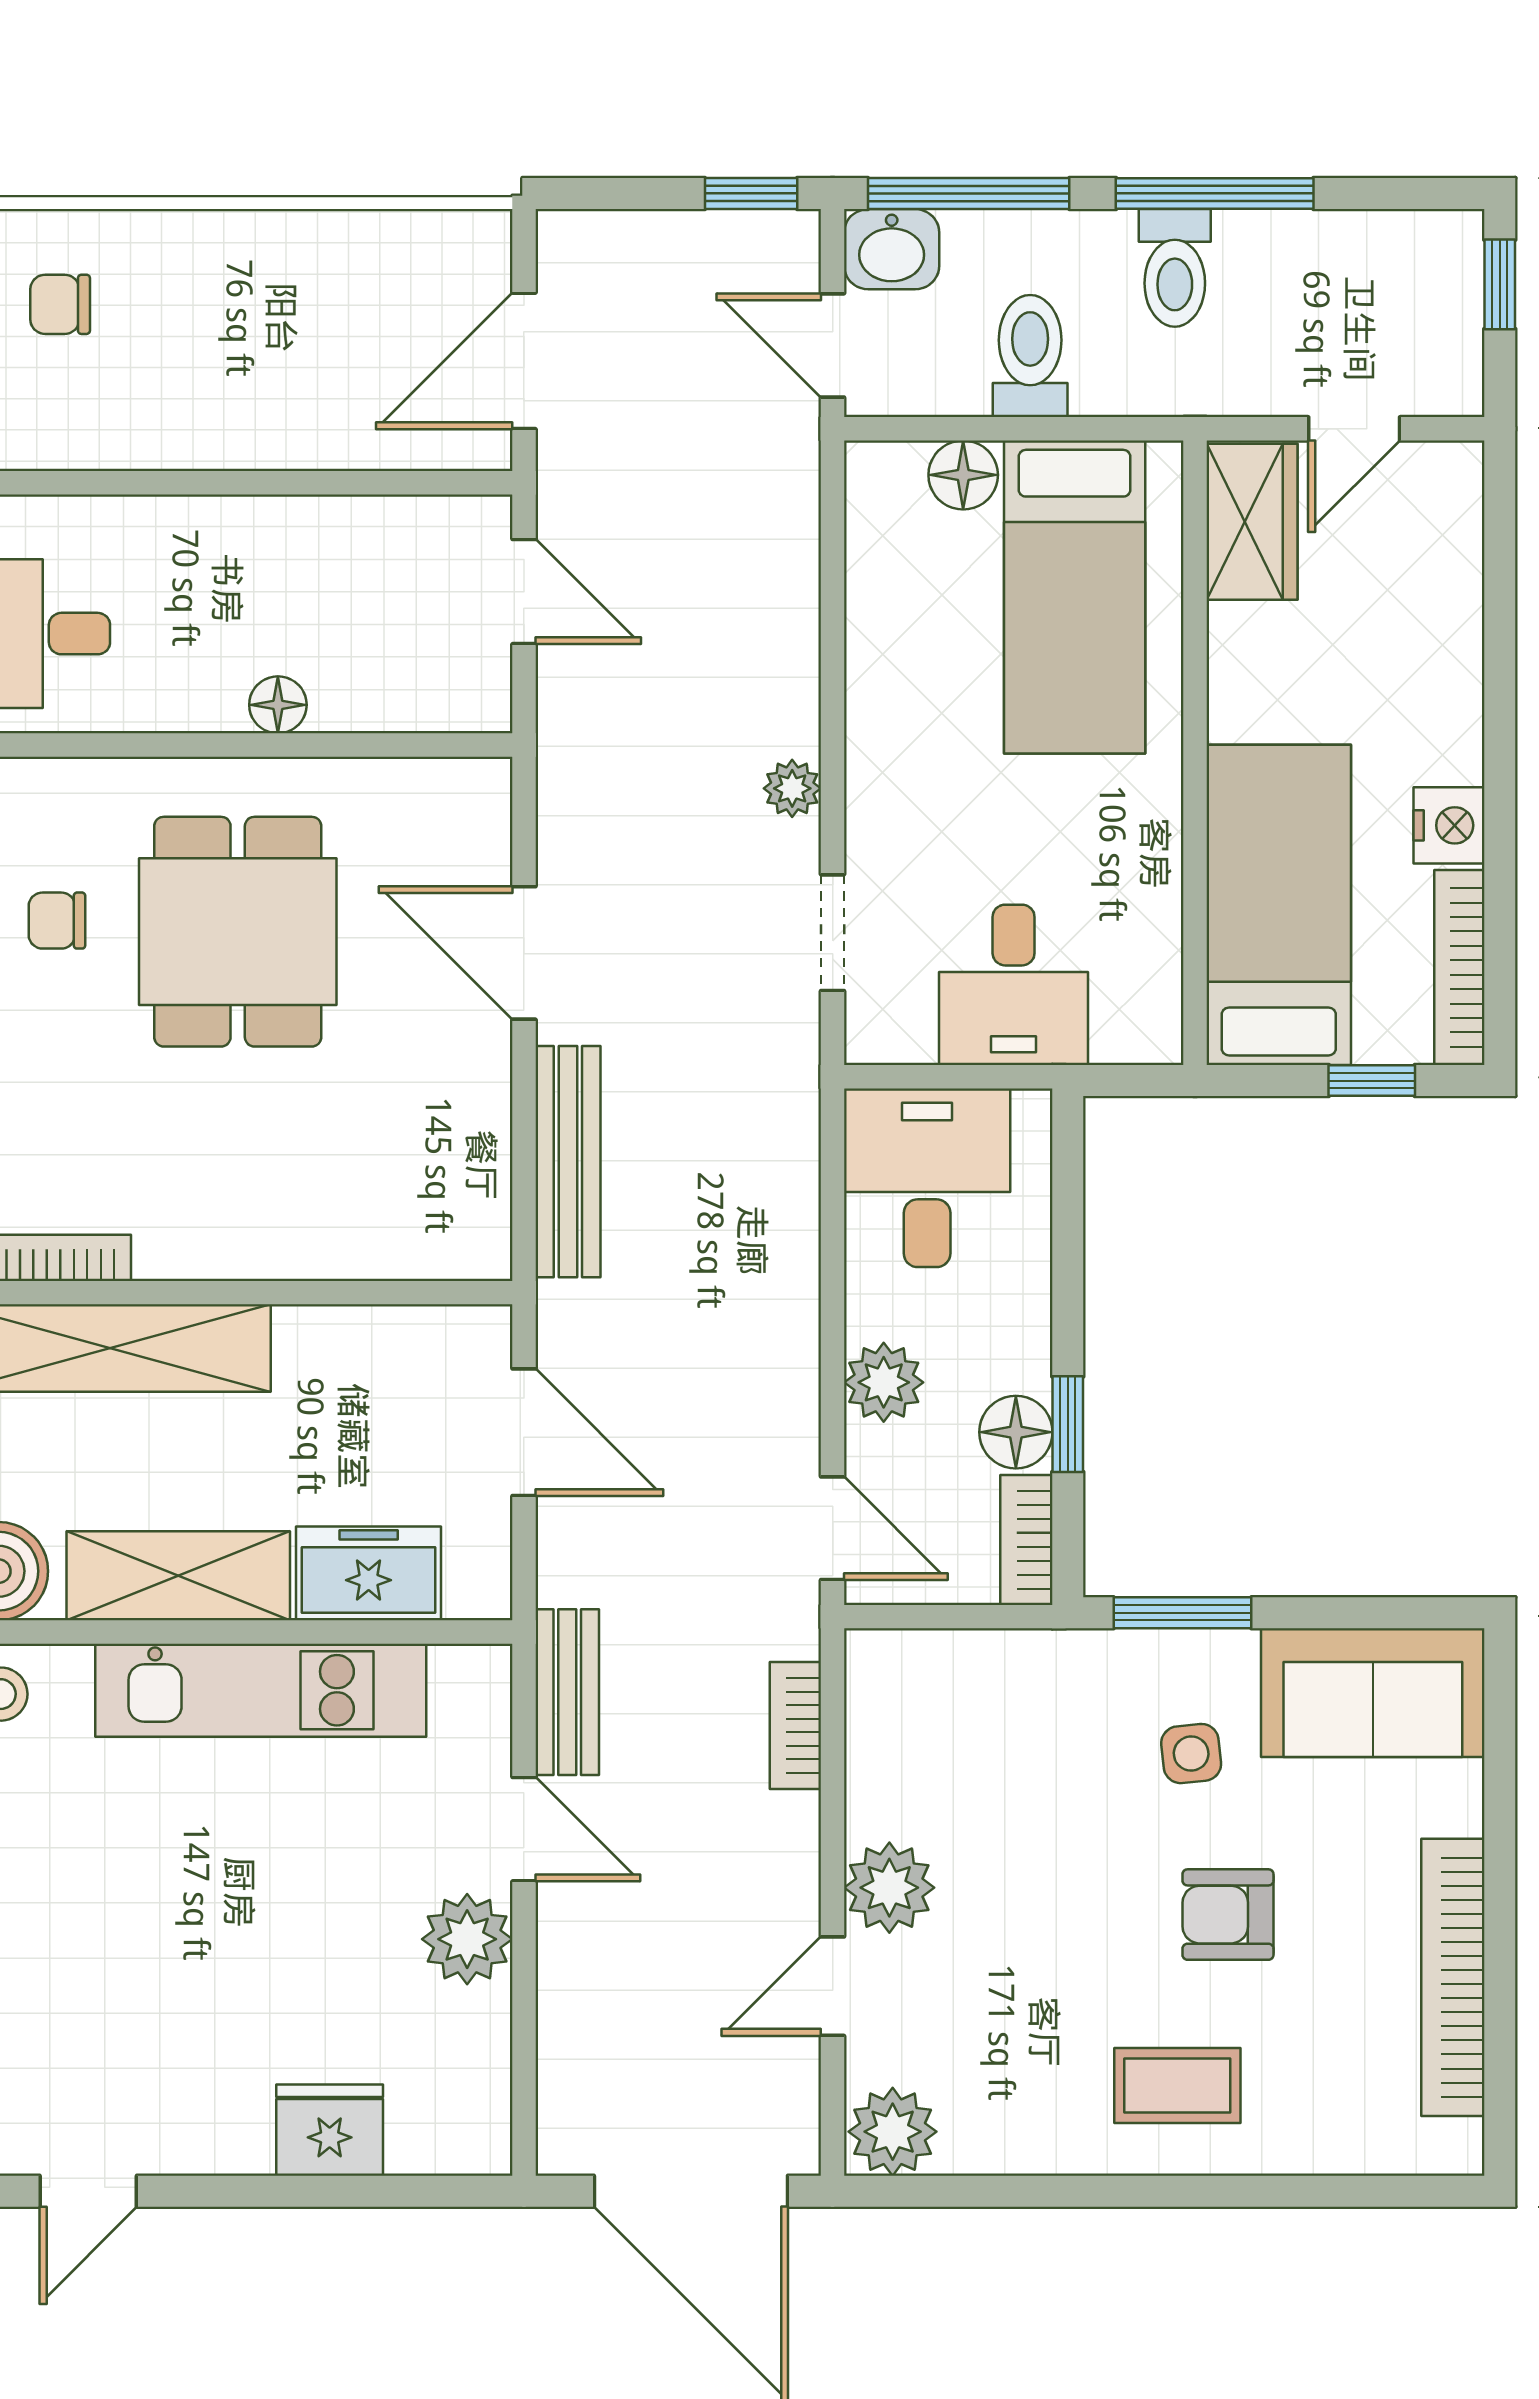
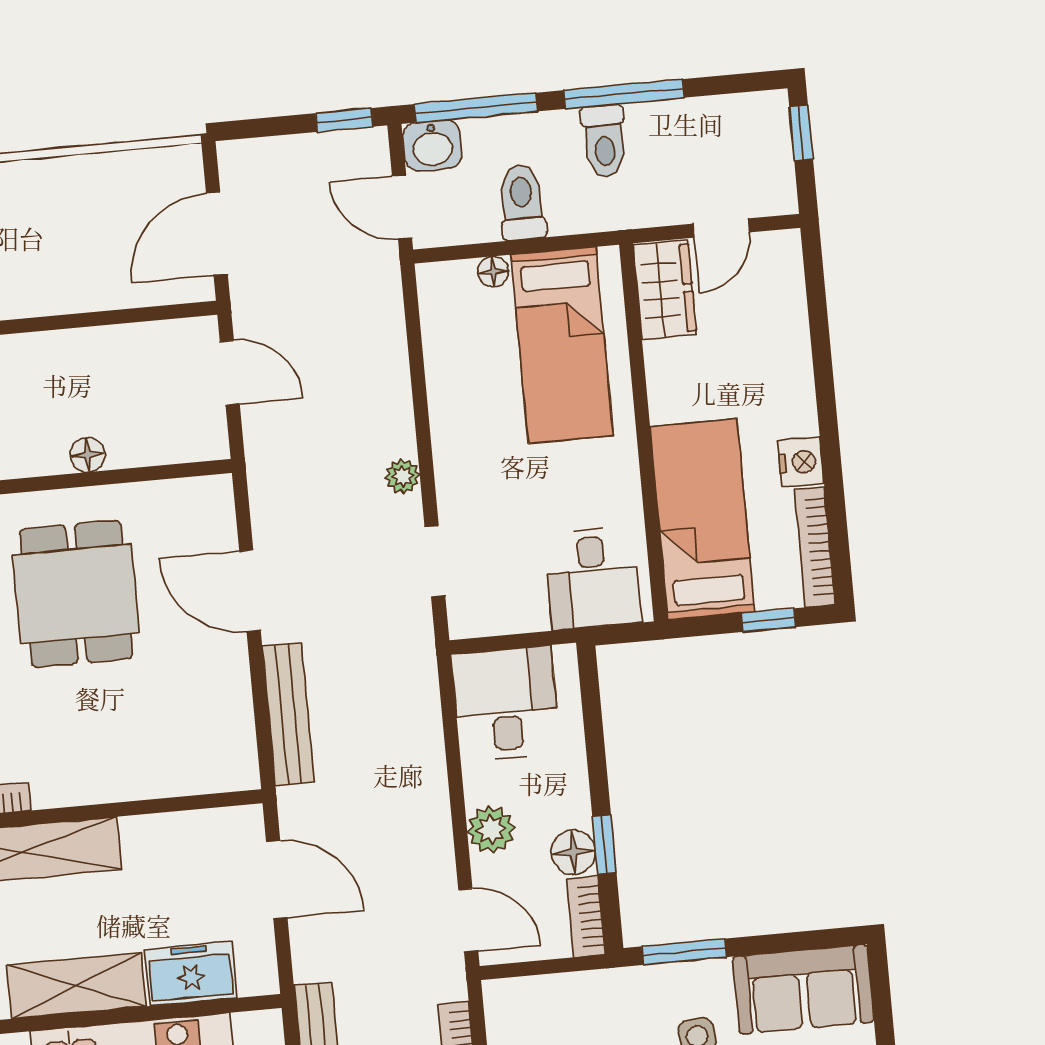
floor lamp: (963, 475) -> (493, 272), width x0.73, depth x0.73
desk: (1014, 985) -> (593, 578), moved

